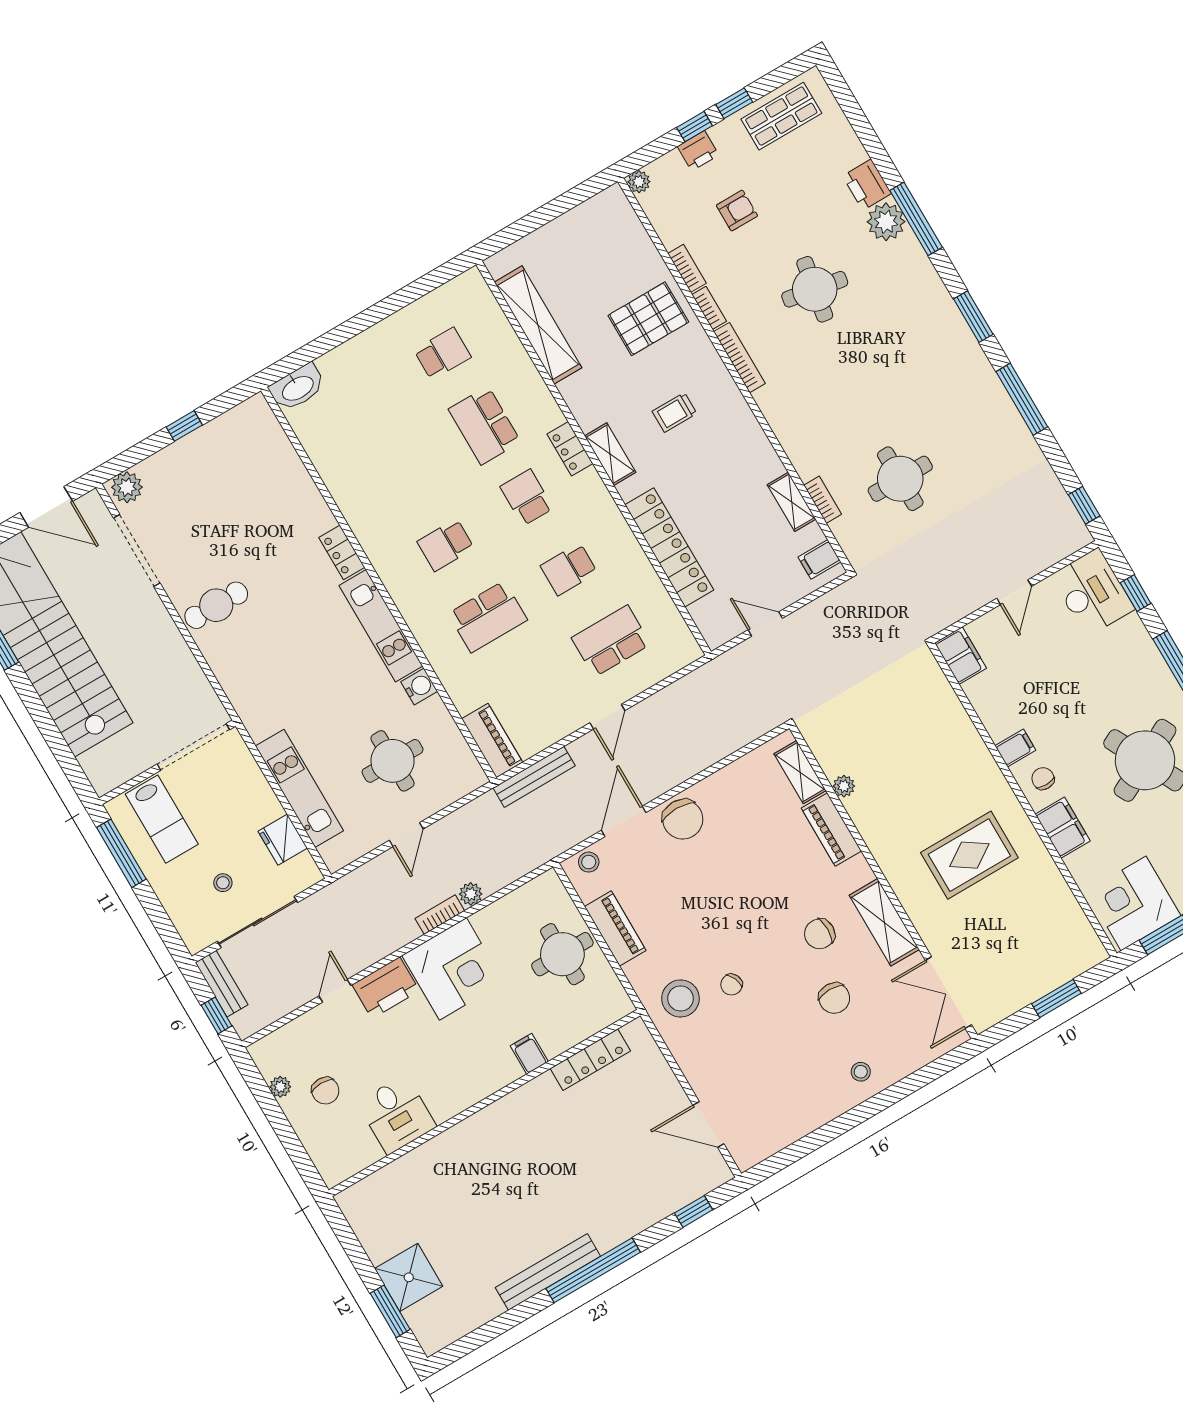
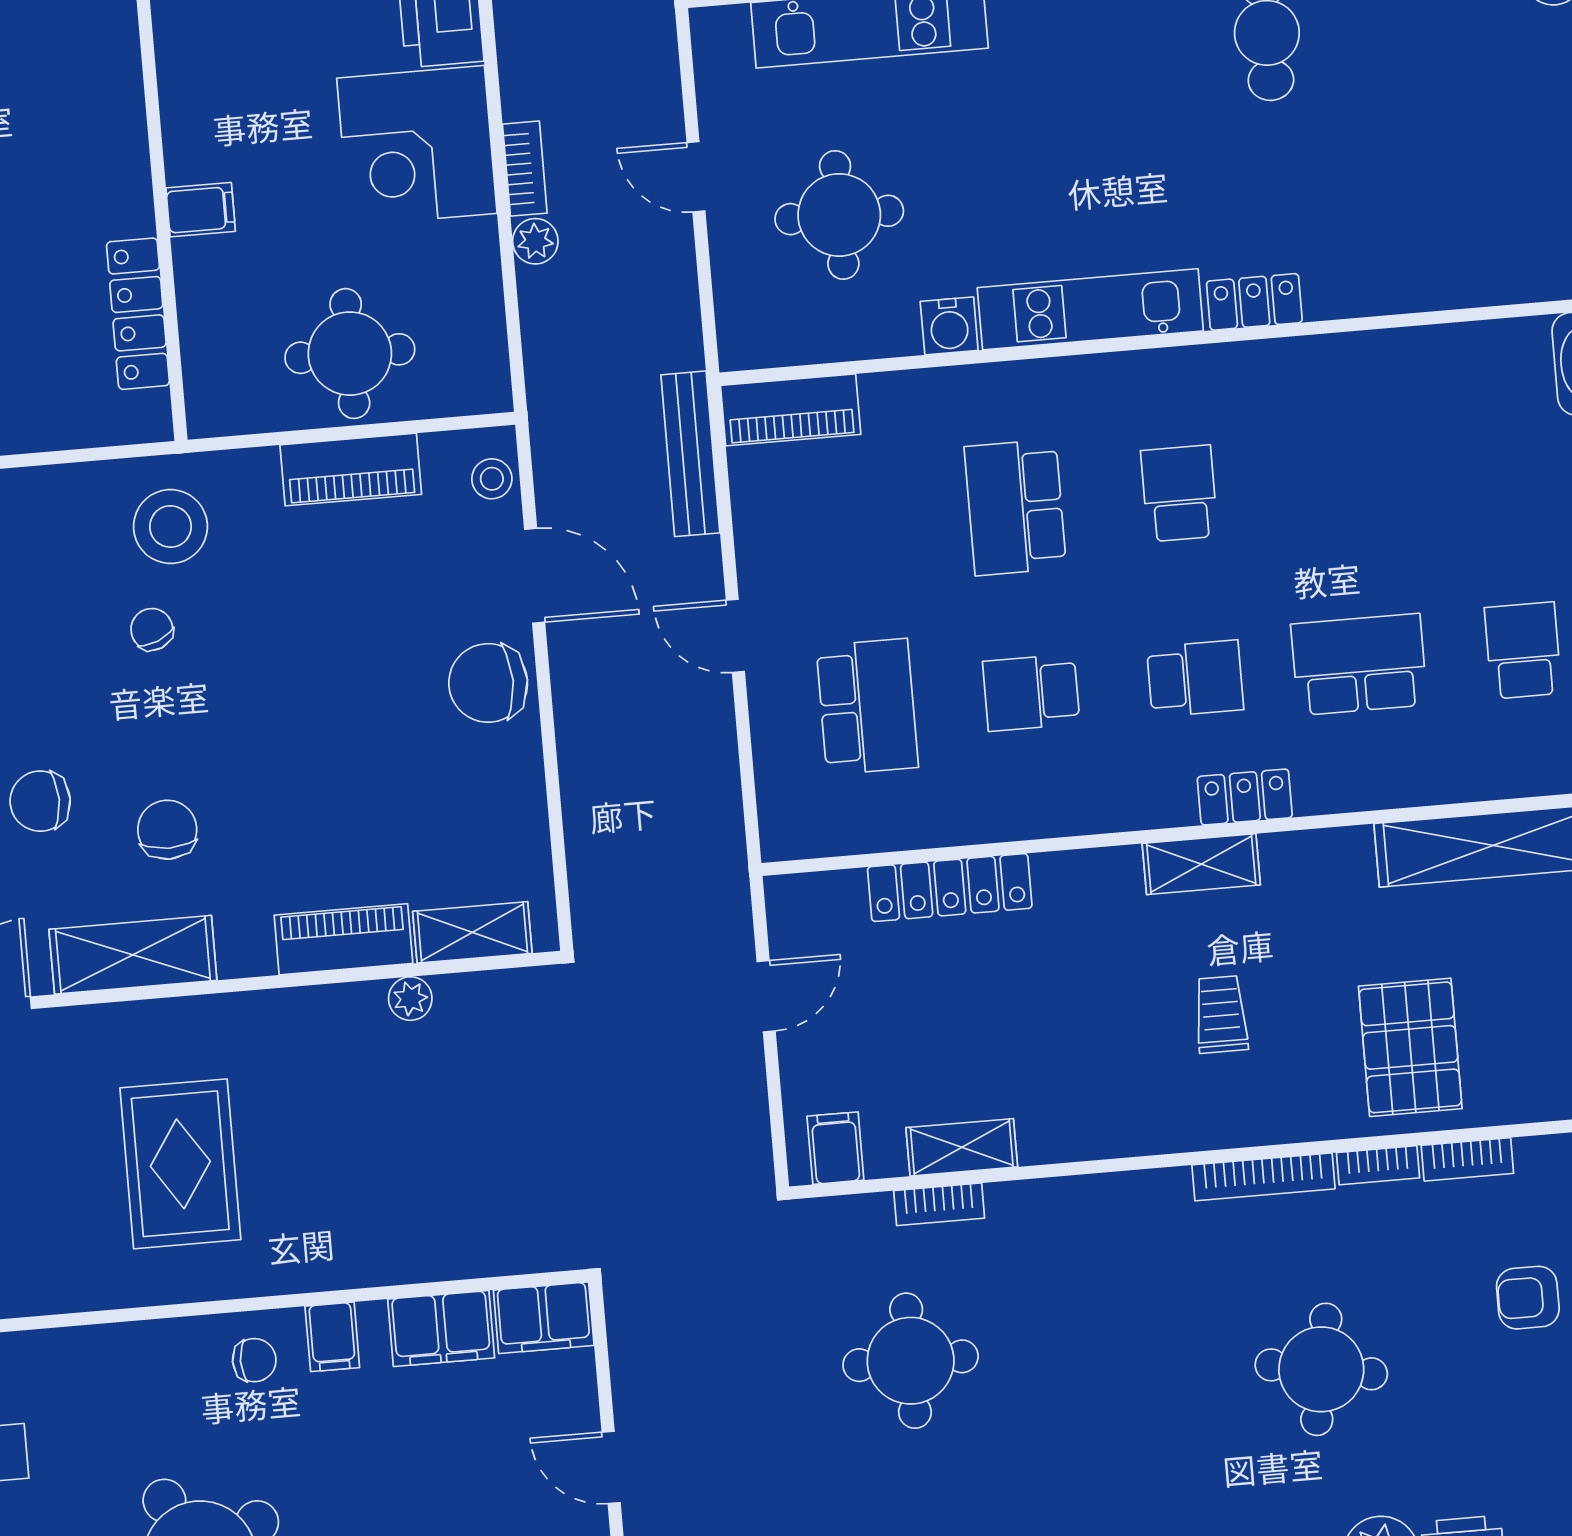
armchair: (737, 211) -> (1528, 1298), turned 90
school desk: (442, 354) -> (1523, 650), turned 180
locker: (669, 547) -> (950, 888), width x0.71, depth x0.83
school desk: (569, 569) -> (1031, 693), turned -90
filing cabinet: (1063, 828) -> (441, 1329), moved

